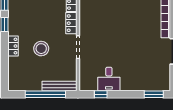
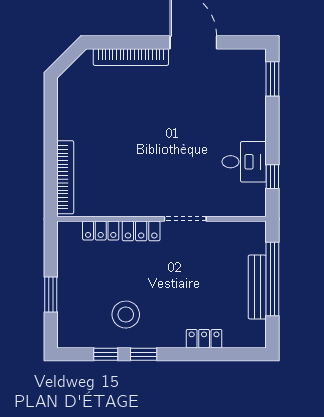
locker: (13, 46) -> (204, 339), moved
stool: (41, 49) -> (126, 315), moved
bench: (59, 86) -> (257, 287), moved

